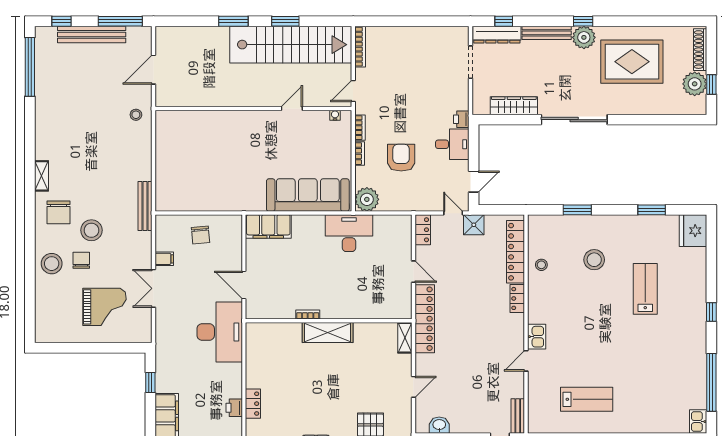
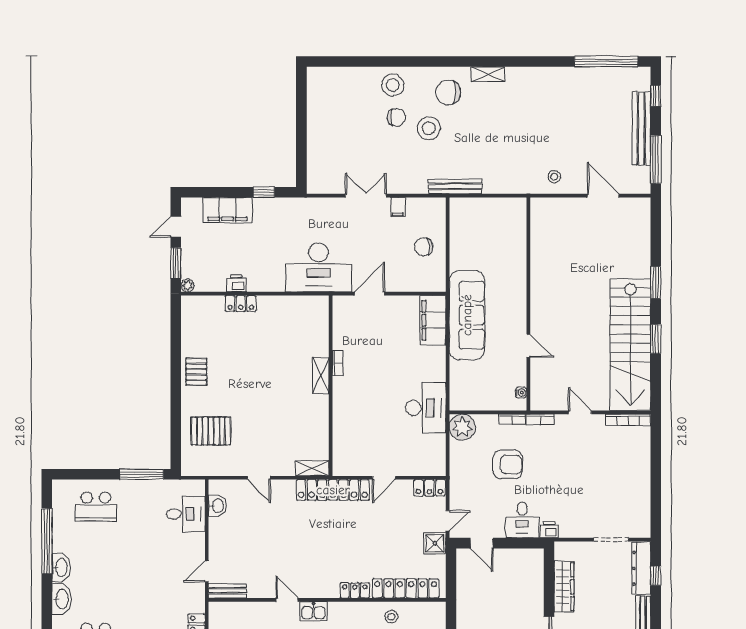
wall: (253, 108) -> (528, 304), moved
door: (292, 108) -> (528, 346), moved
water cooler: (335, 115) -> (521, 393), moved
sofa: (308, 195) -> (467, 315), moved
grand piano: (104, 307) -> (346, 142), removed
shelving: (328, 332) -> (321, 375), width x0.67, depth x0.75

